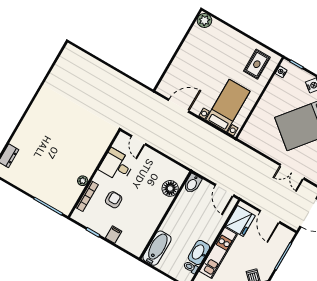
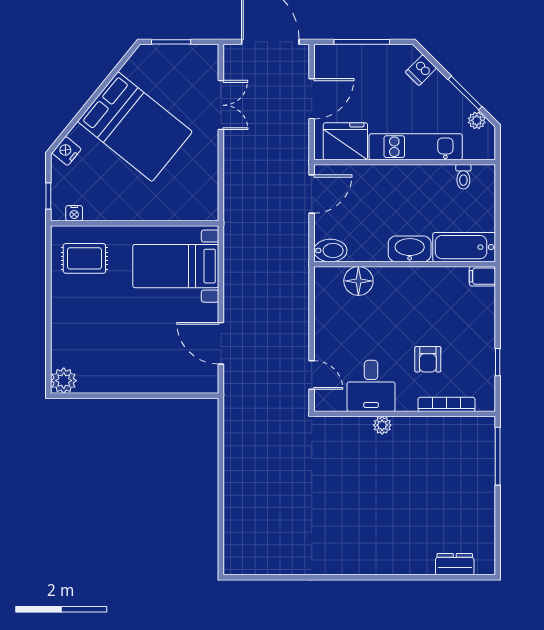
door: (138, 140) -> (312, 375), hinge flipped
plant: (83, 181) -> (382, 425), moved
armchair: (114, 200) -> (428, 359), turned -90
filing cabinet: (114, 235) -> (482, 276), moved
washbasin: (199, 252) -> (410, 249), moved, turned 180

